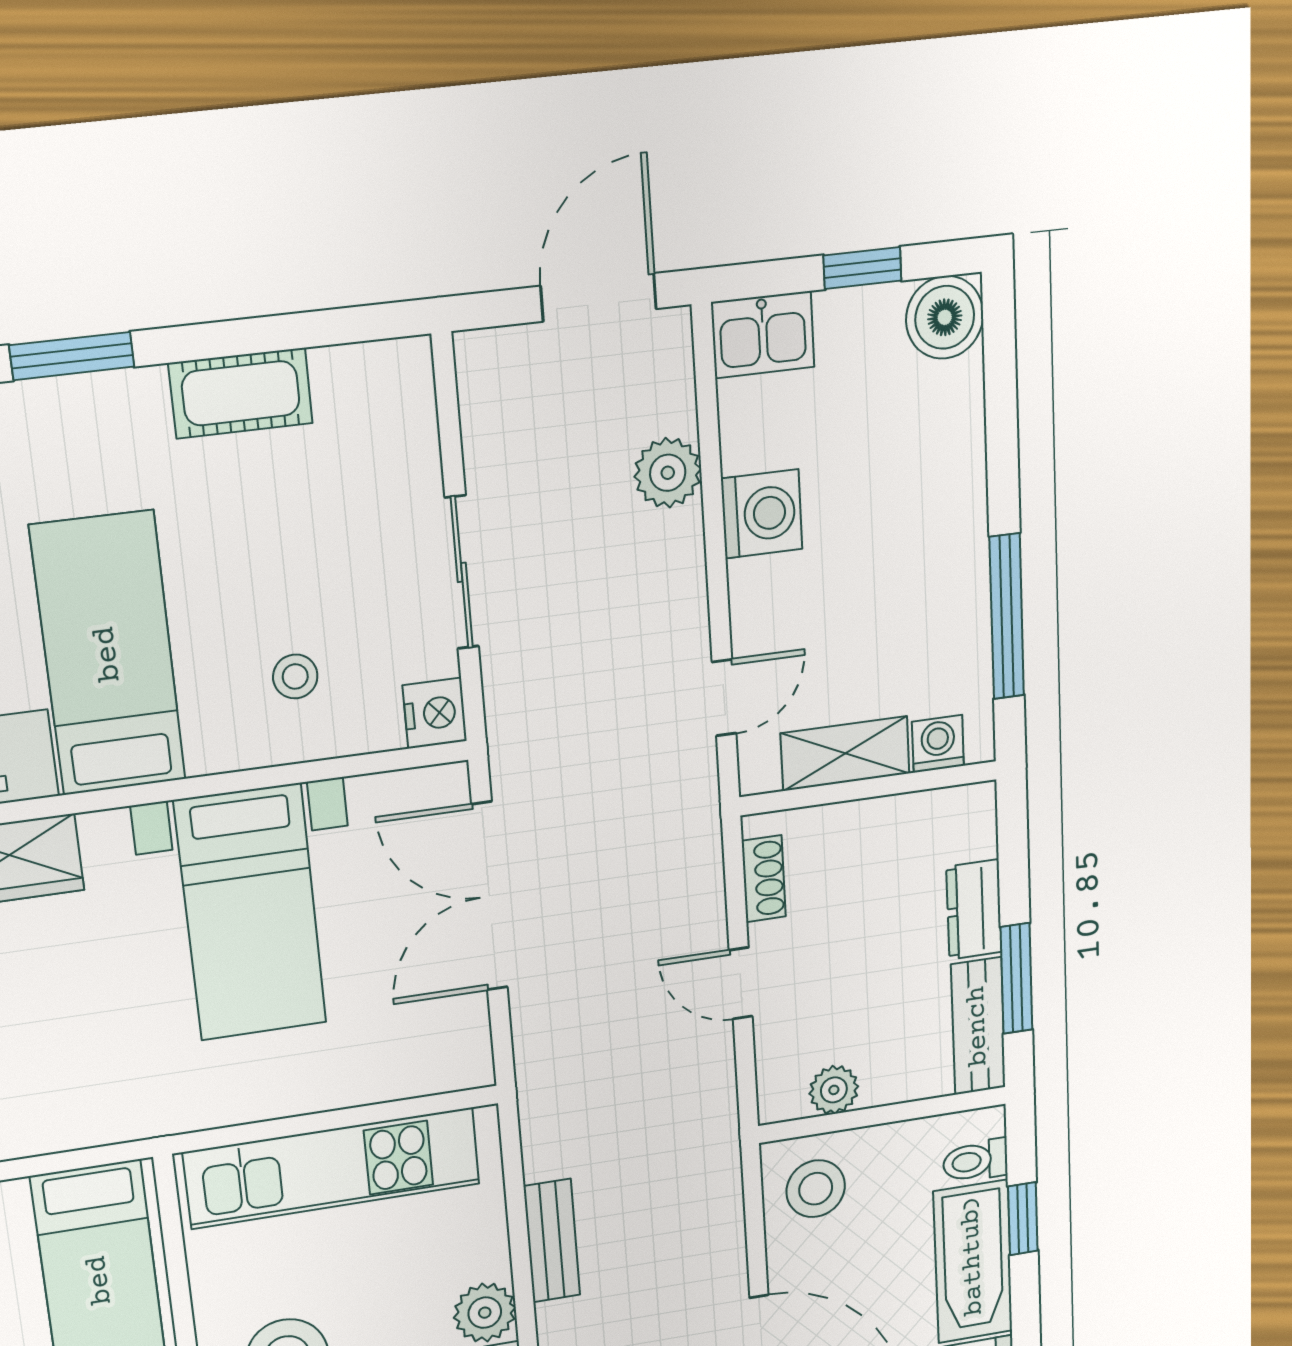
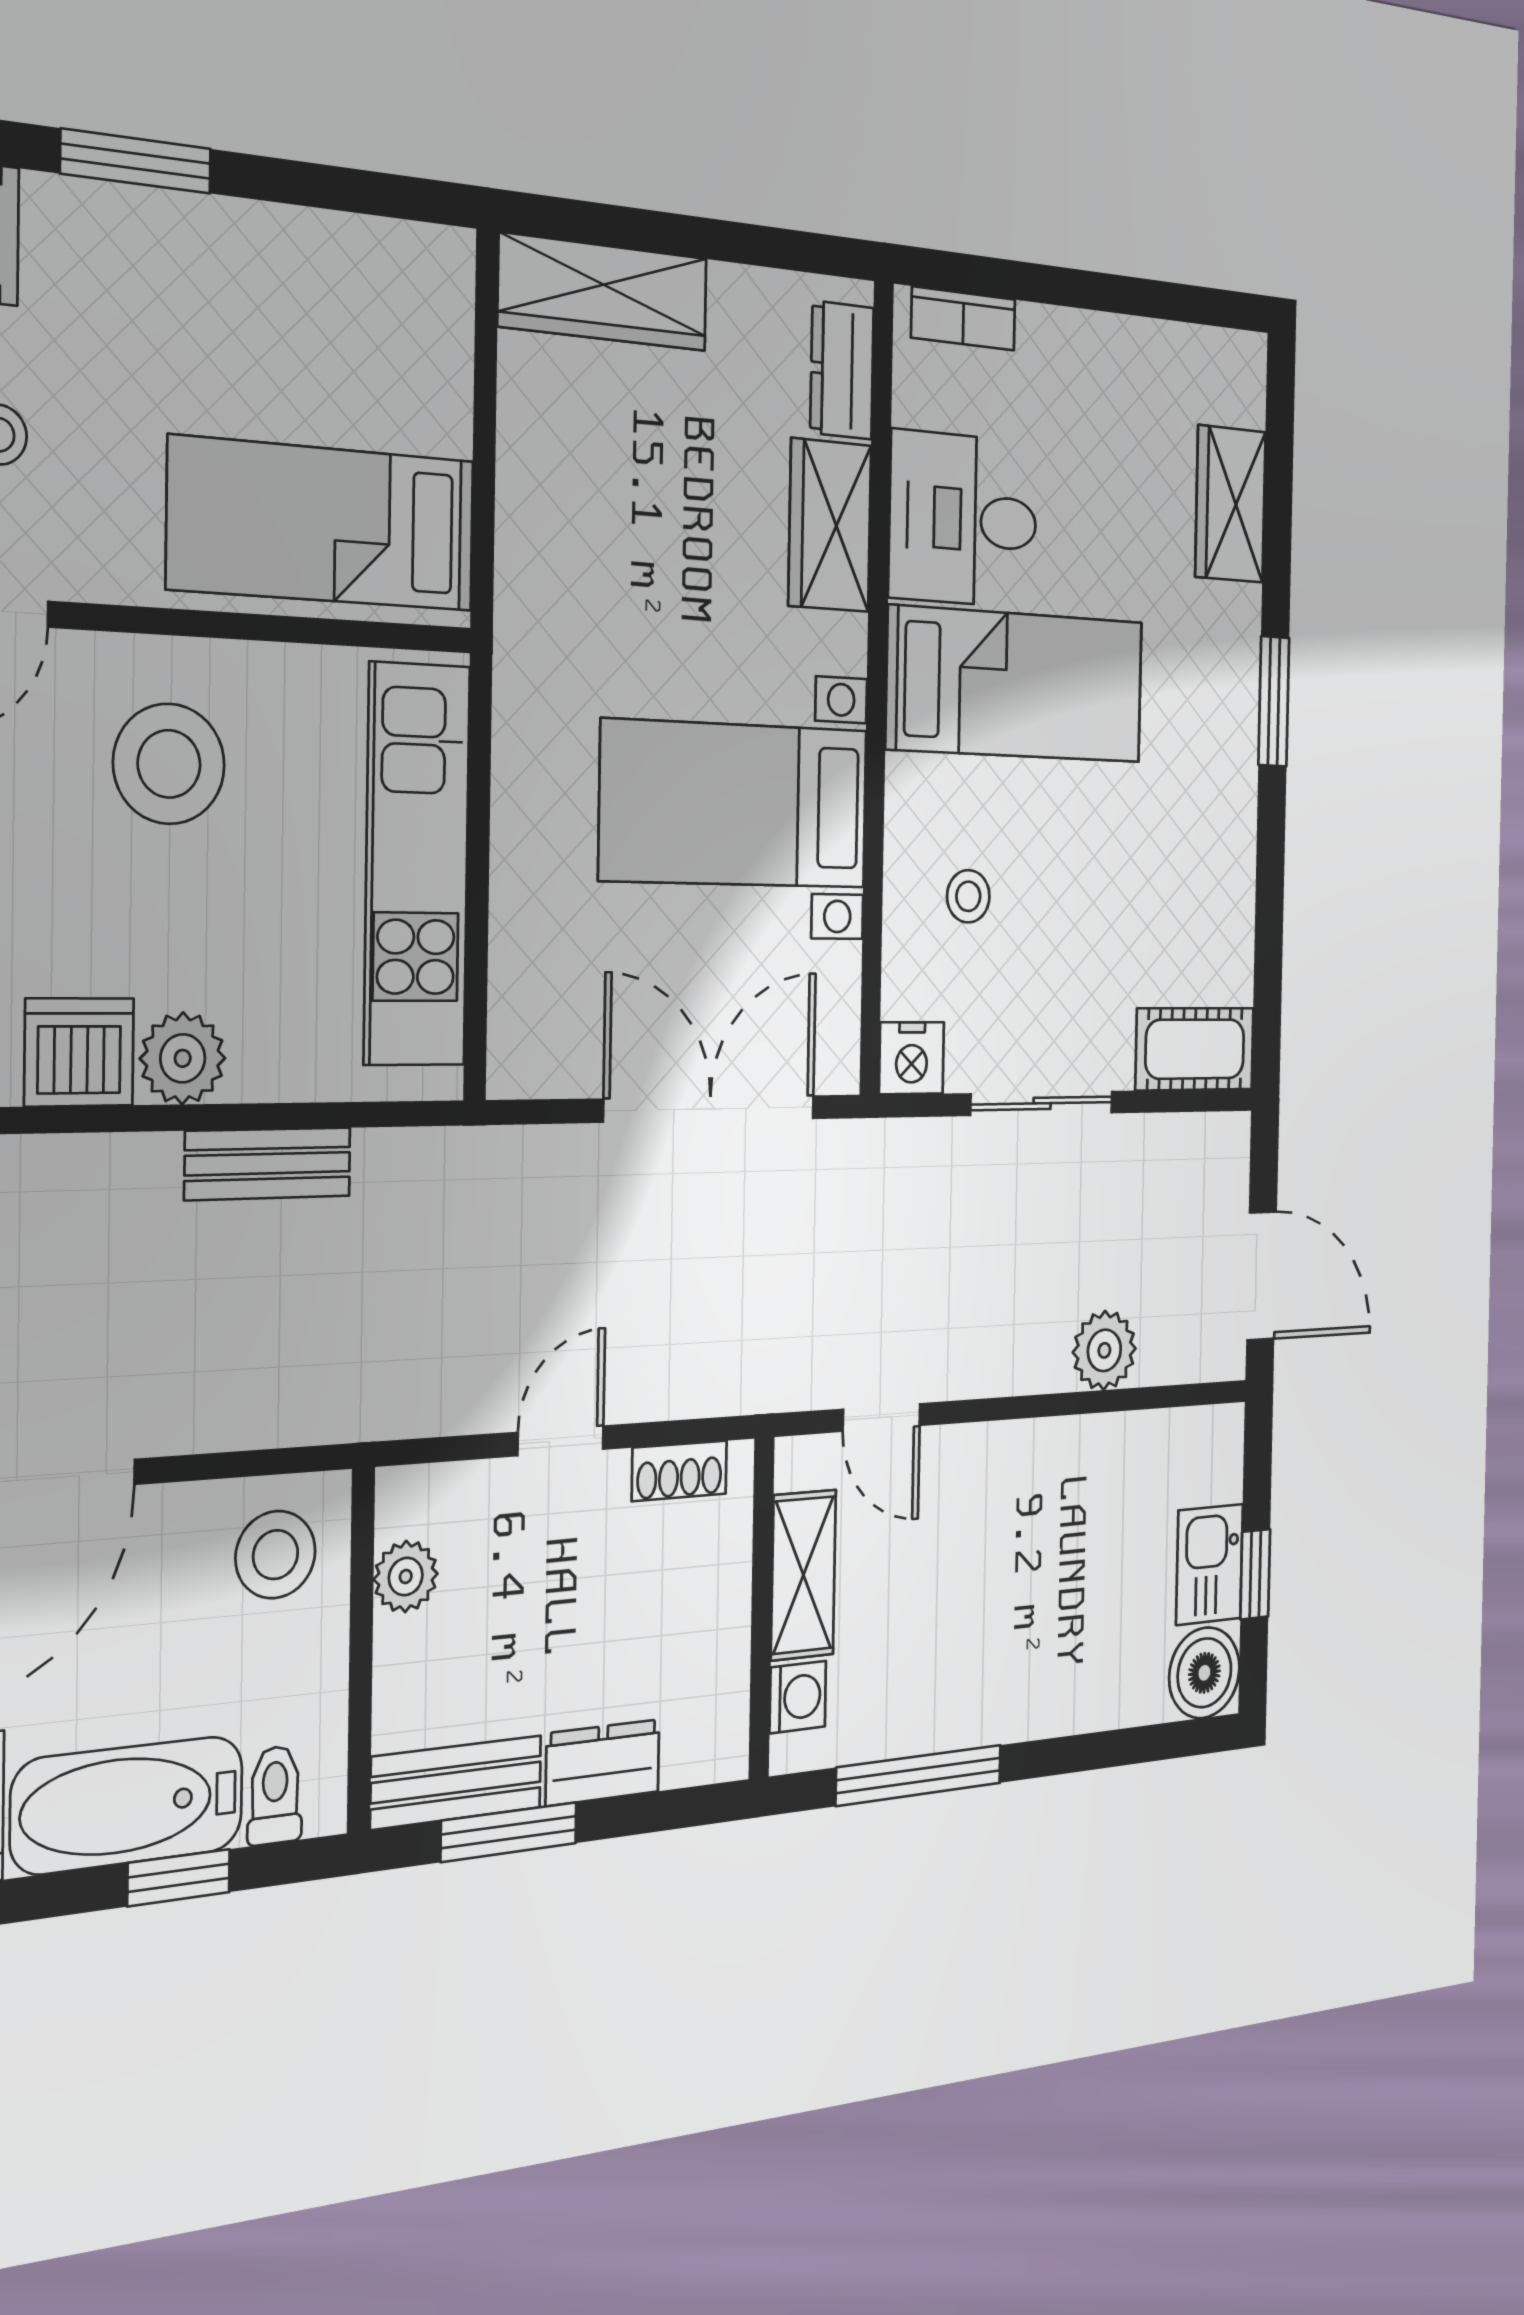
kitchen sink: (763, 335) -> (1210, 1564), moved
cot: (241, 393) -> (1195, 1049), moved, turned 90
washing machine: (762, 514) -> (1054, 1463), removed

